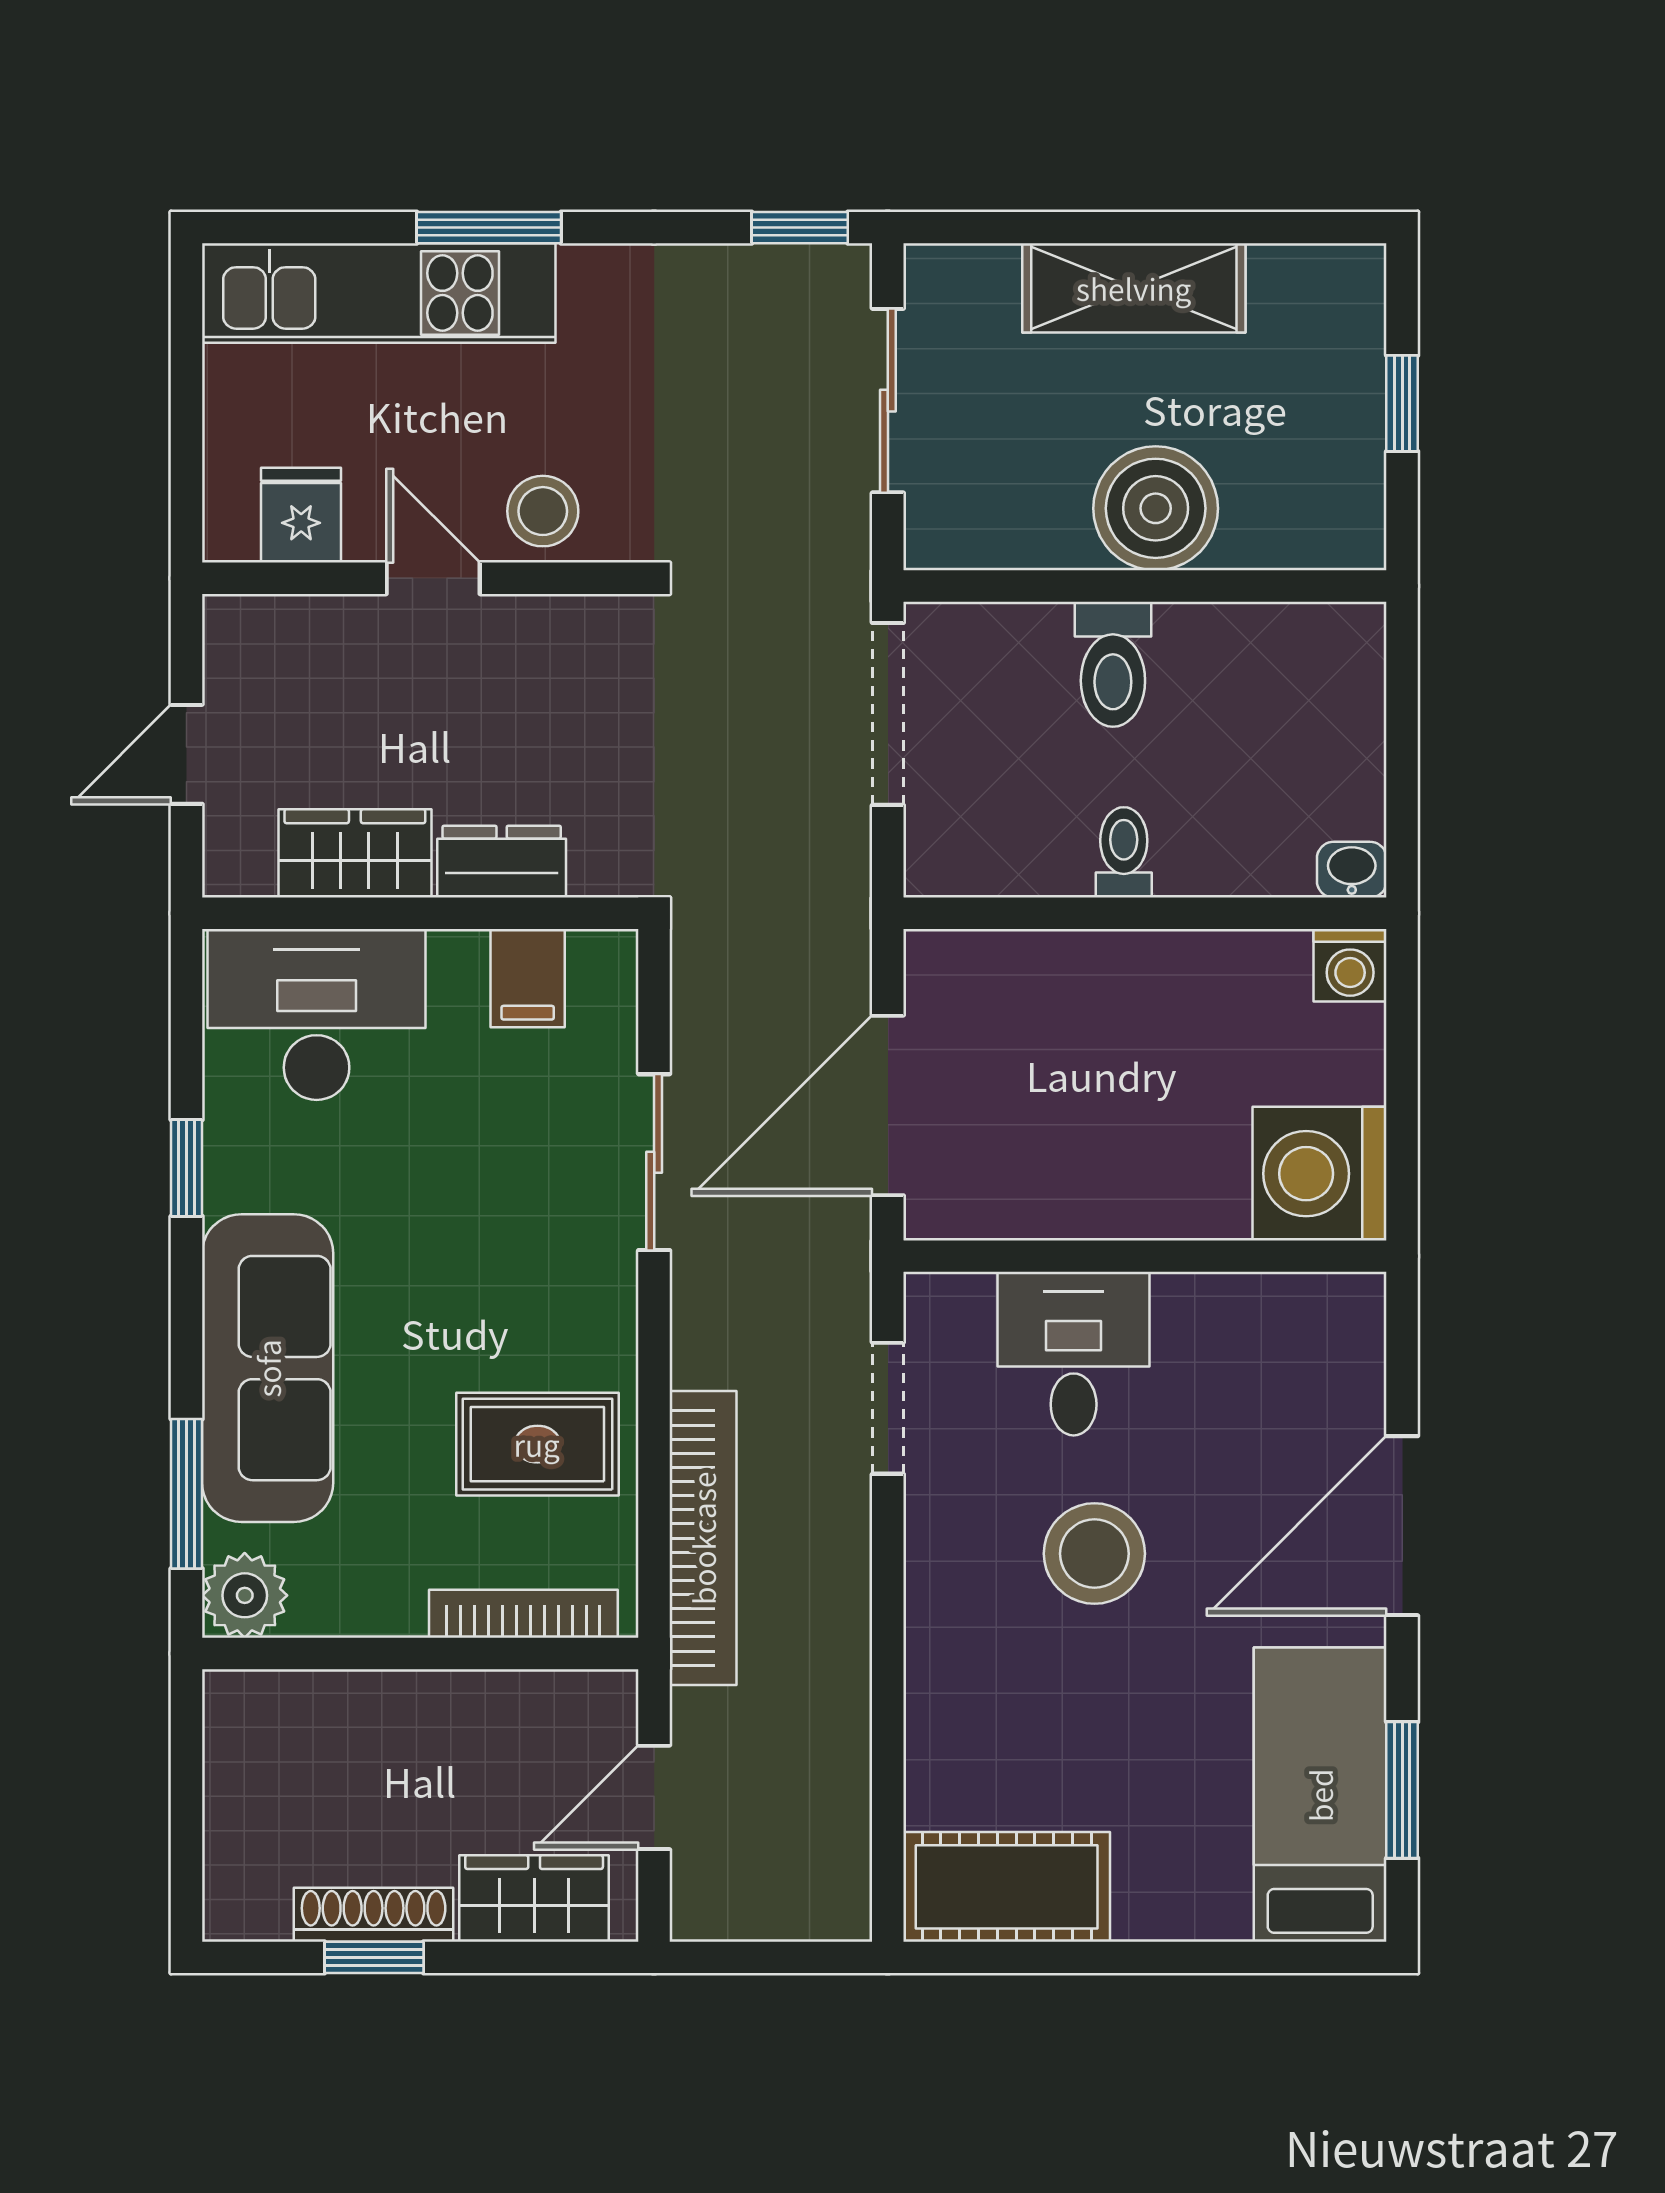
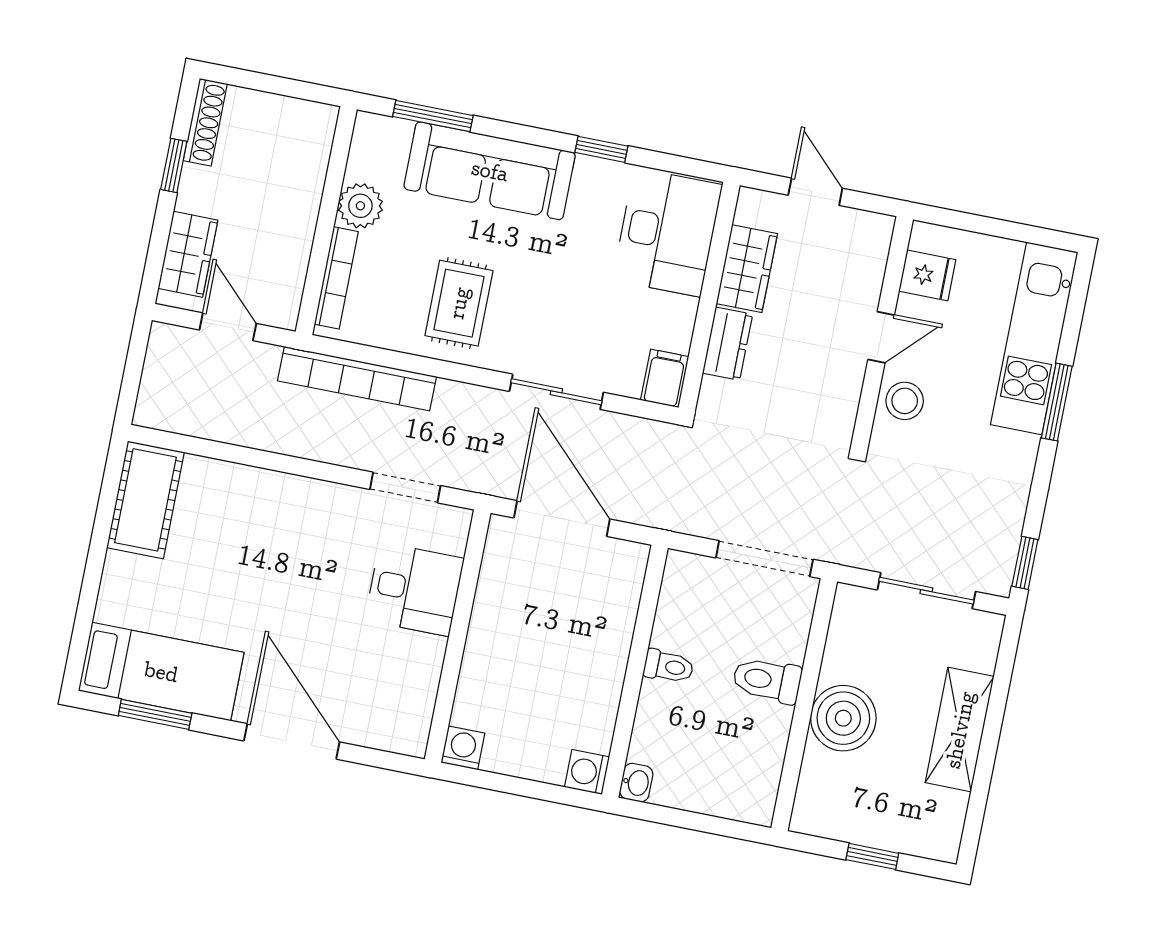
filing cabinet: (528, 978) -> (665, 378), moved, turned 90
washing machine: (1320, 1174) -> (463, 748), width x0.53, depth x0.53
rug: (537, 1444) -> (459, 303), moved
stool: (1094, 1554) -> (309, 579), removed
plant: (245, 1595) -> (360, 206), moved
shoe rack: (374, 1915) -> (205, 122), moved

